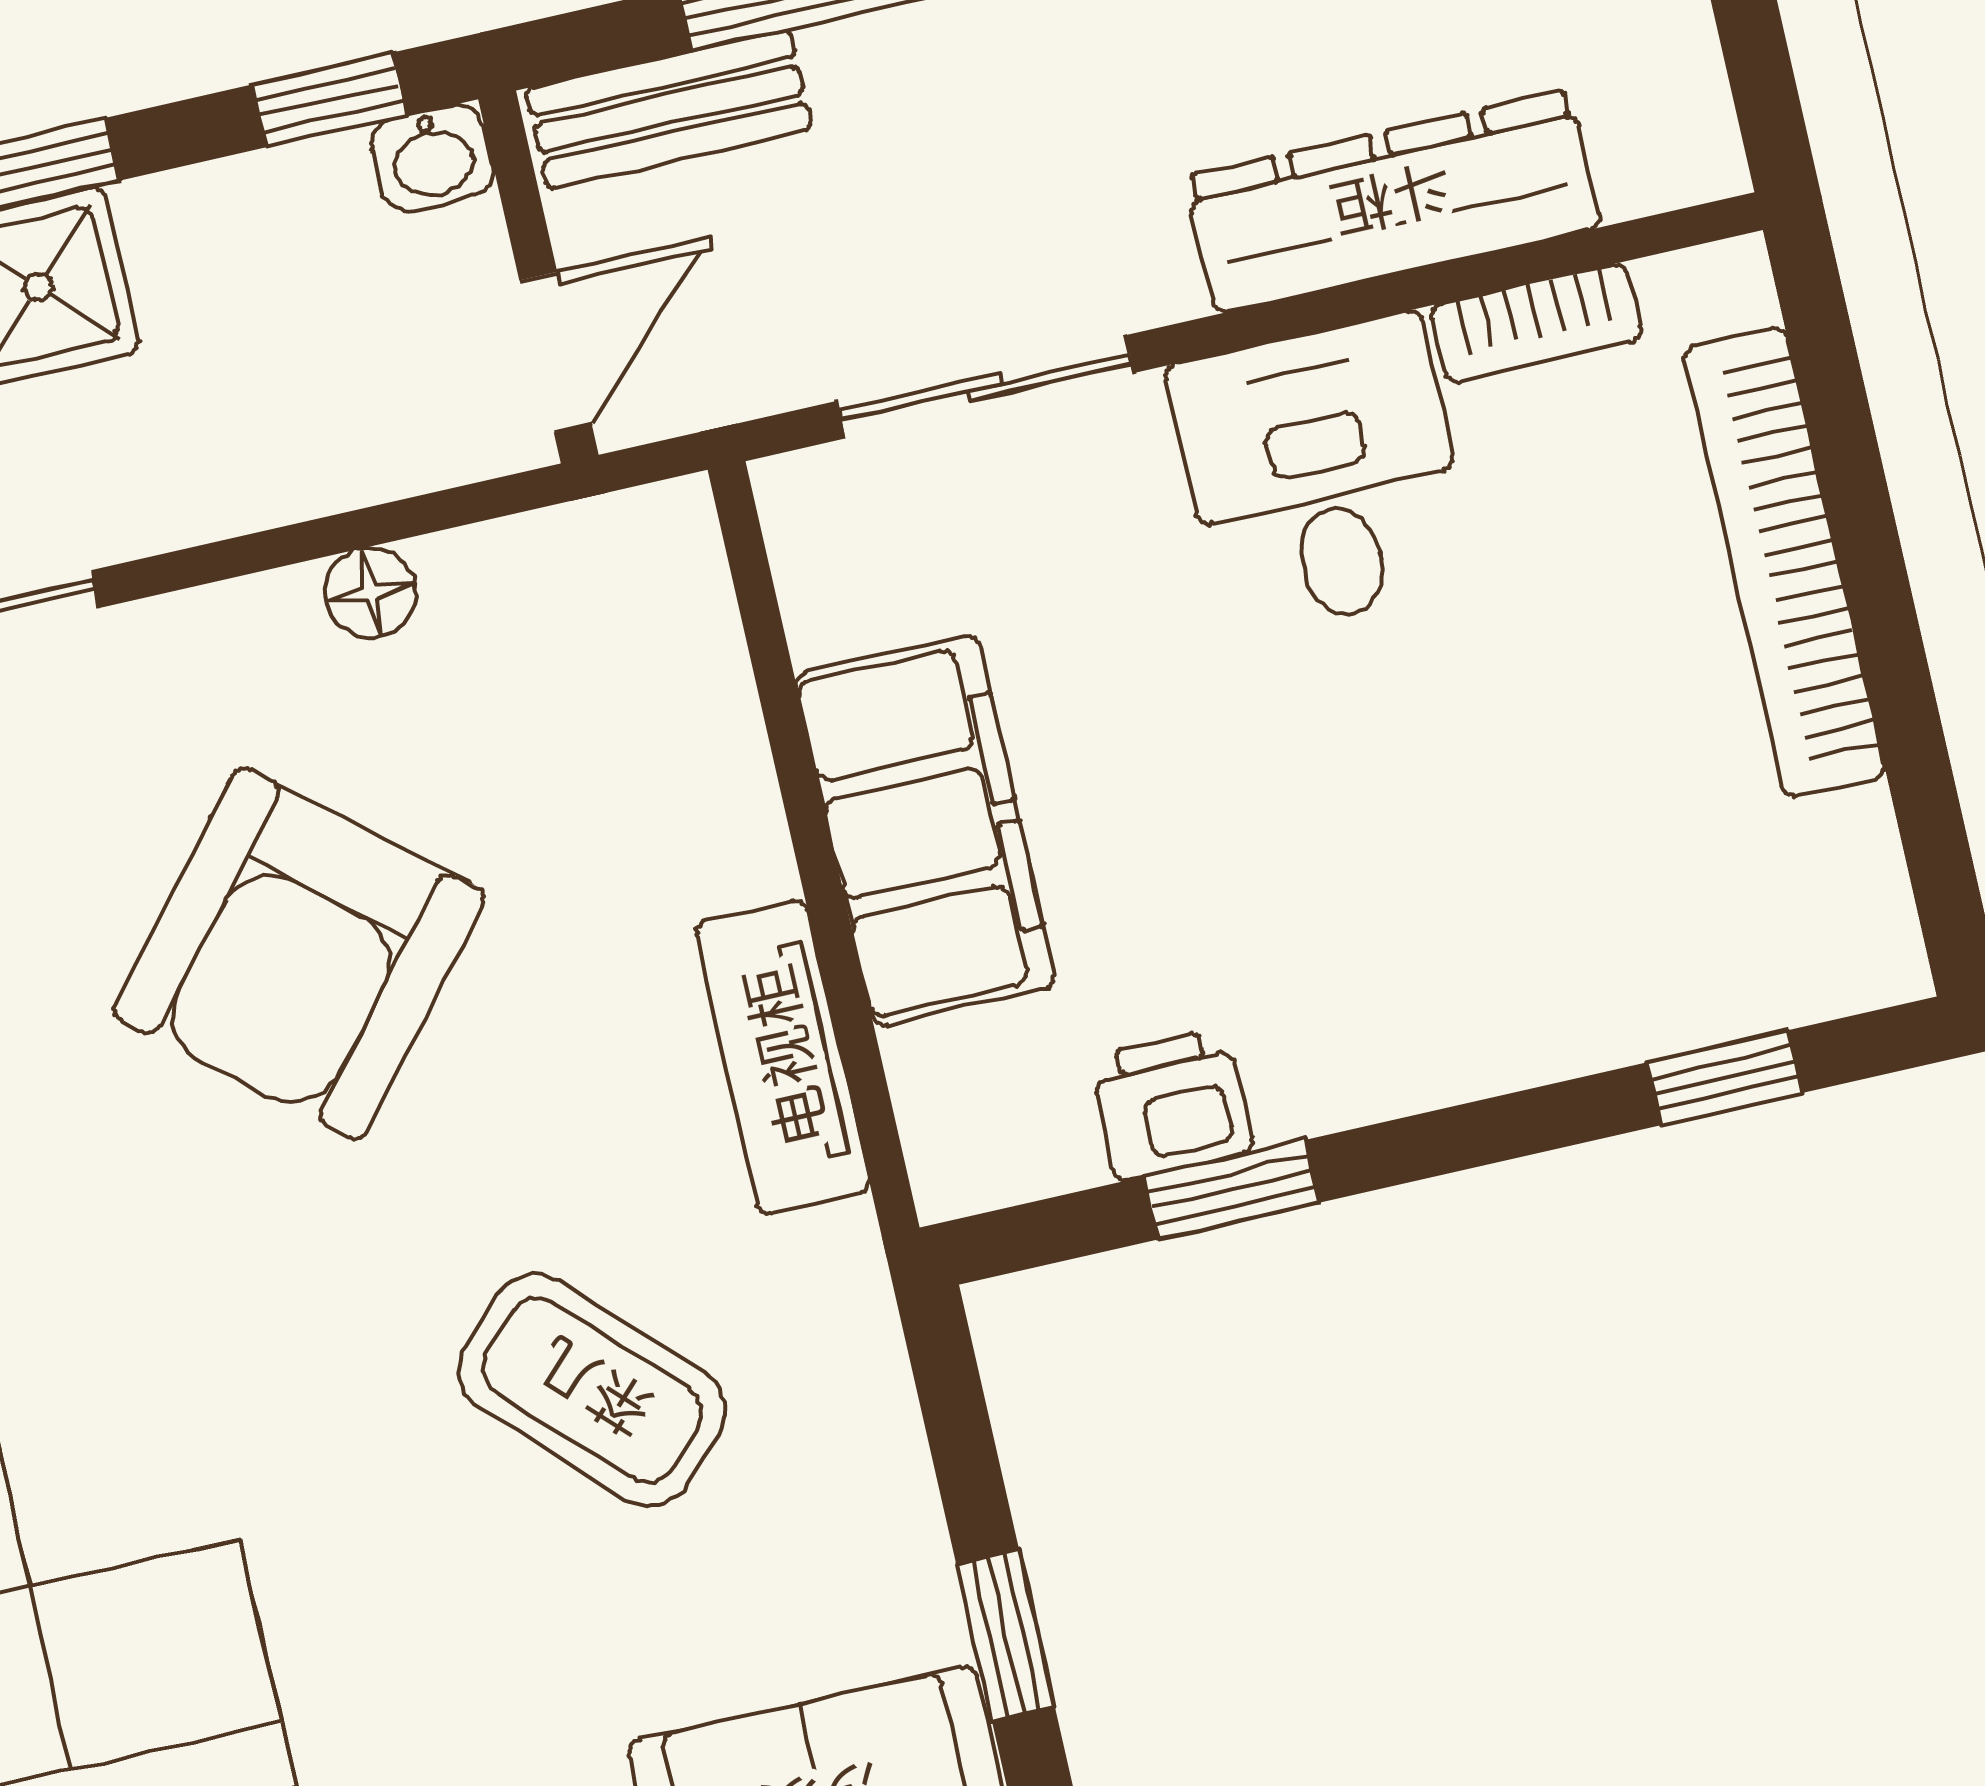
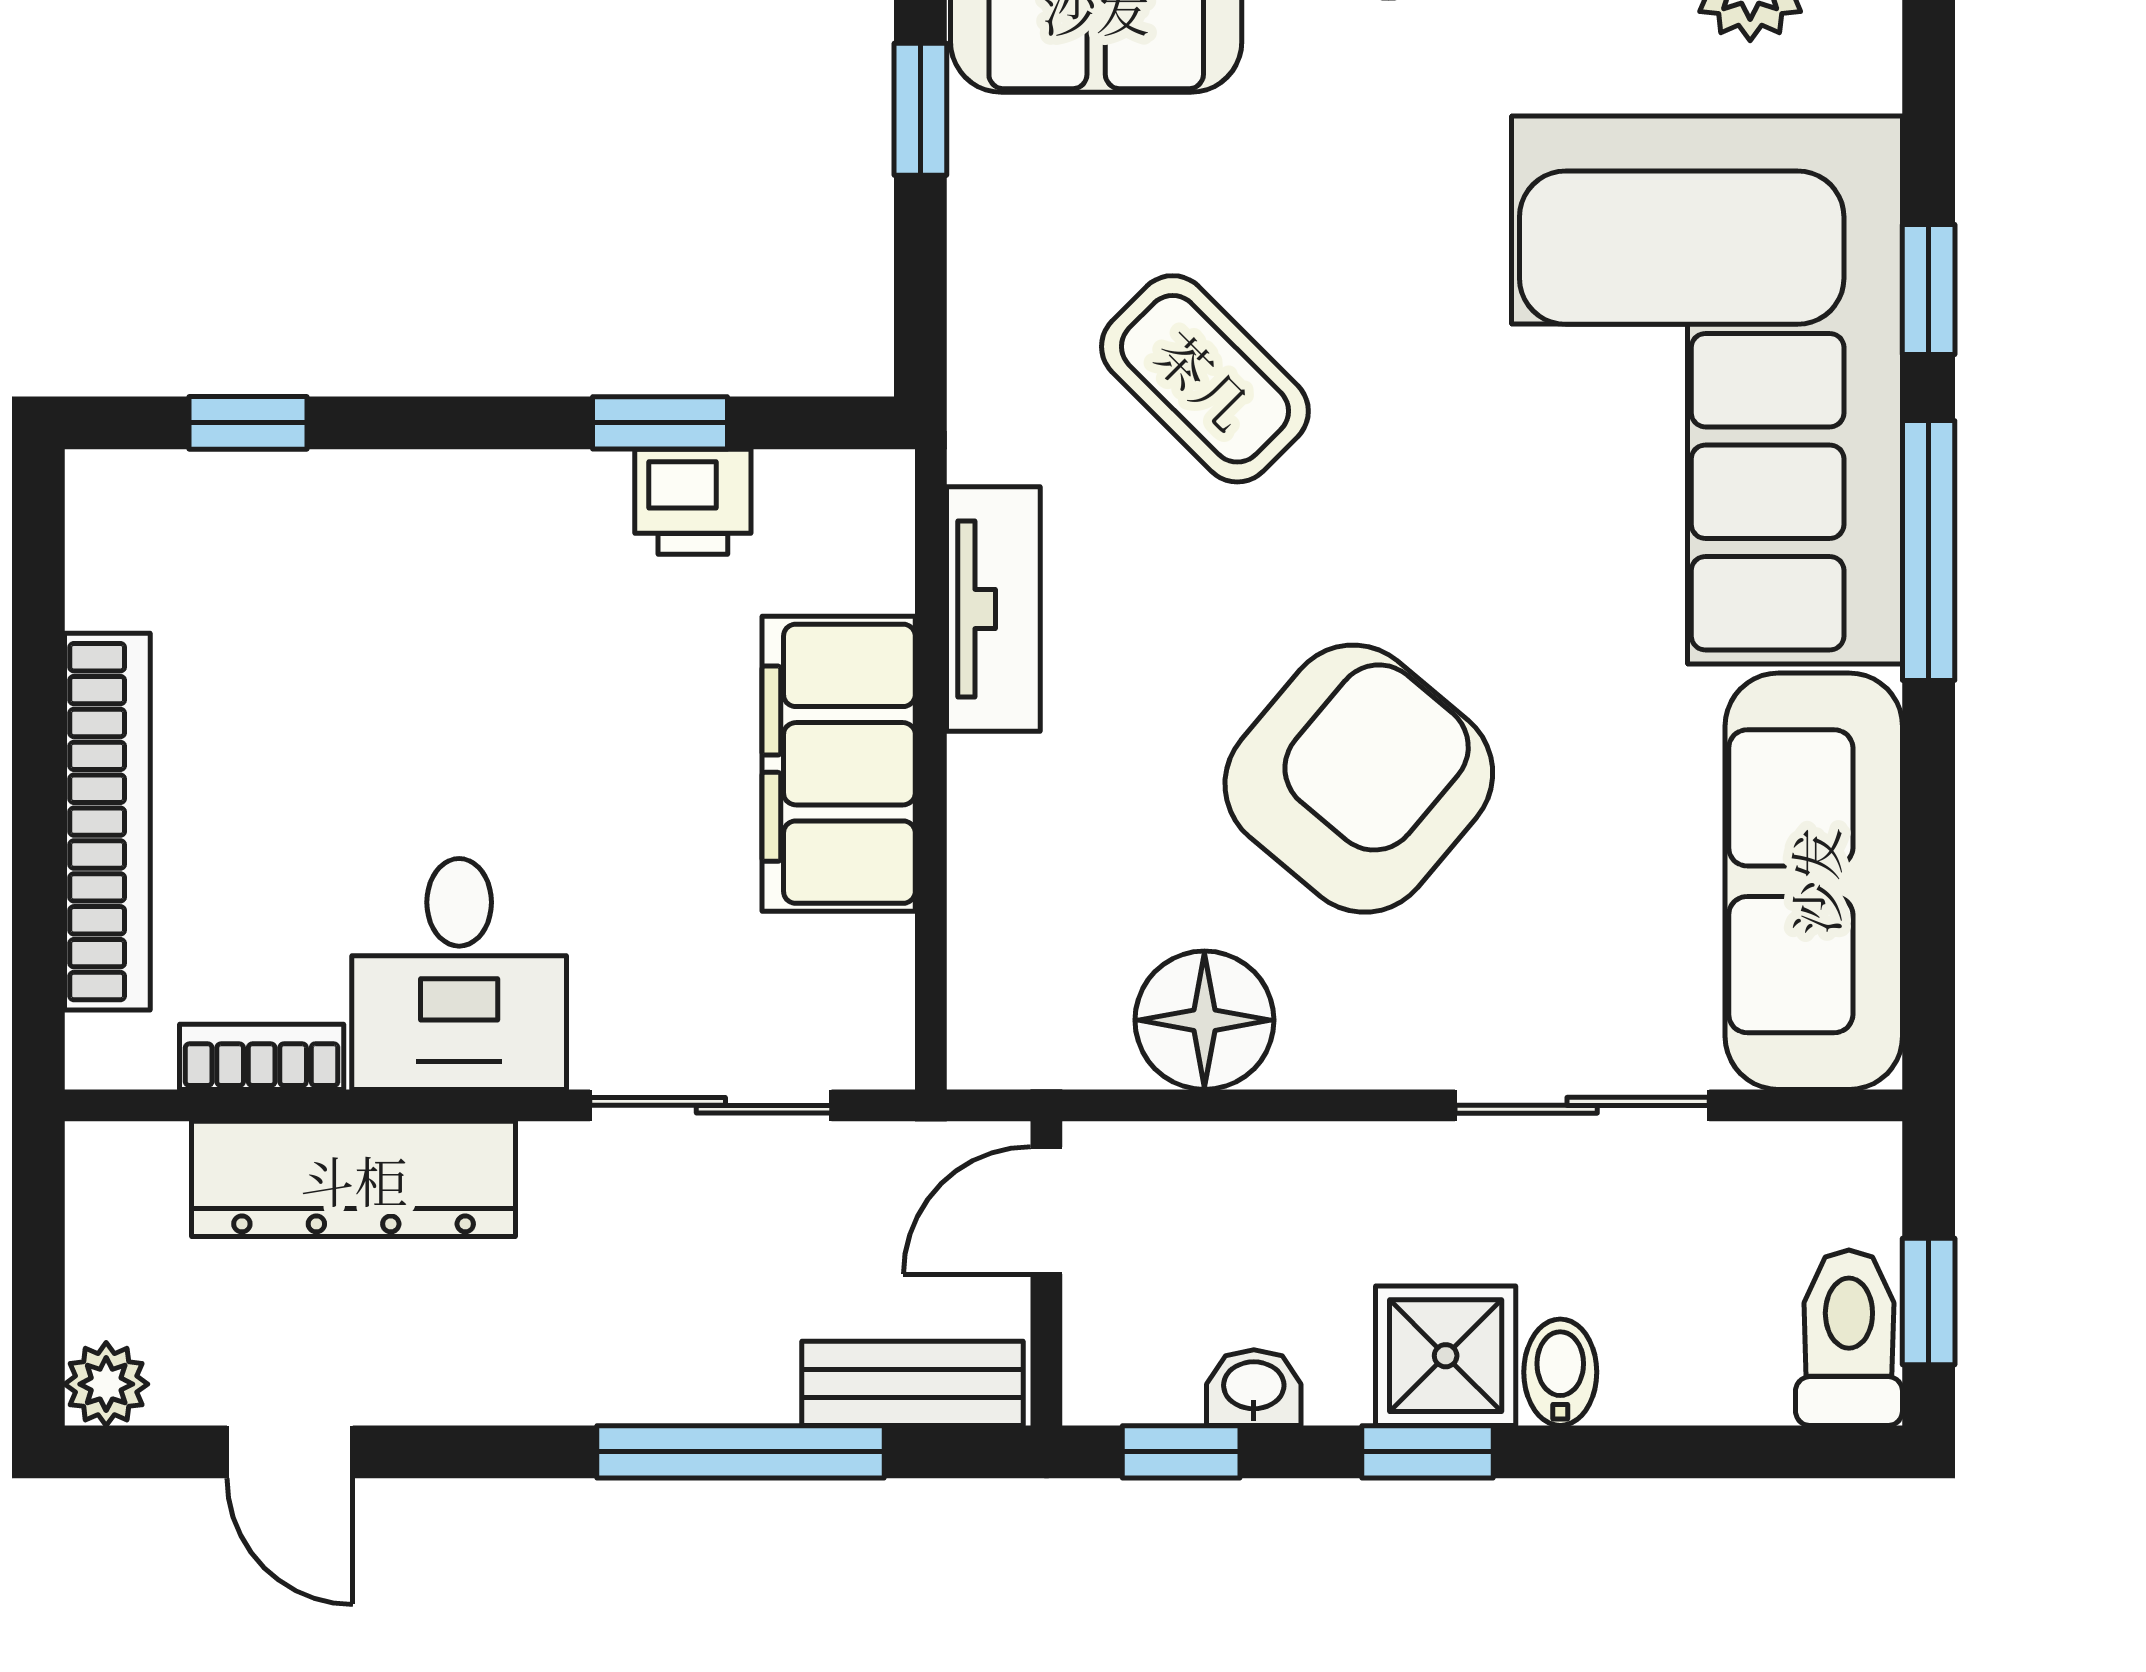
washbasin: (432, 158) -> (1254, 1388), moved
floor lamp: (370, 593) -> (1204, 1020), width x1.89, depth x1.89

